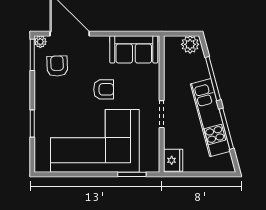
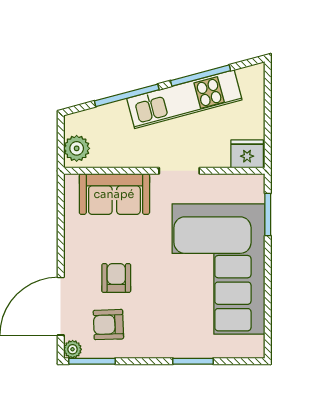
plant: (190, 44) -> (77, 148), moved
sofa: (134, 49) -> (114, 194), moved, turned 90
armchair: (104, 89) -> (116, 278), moved

